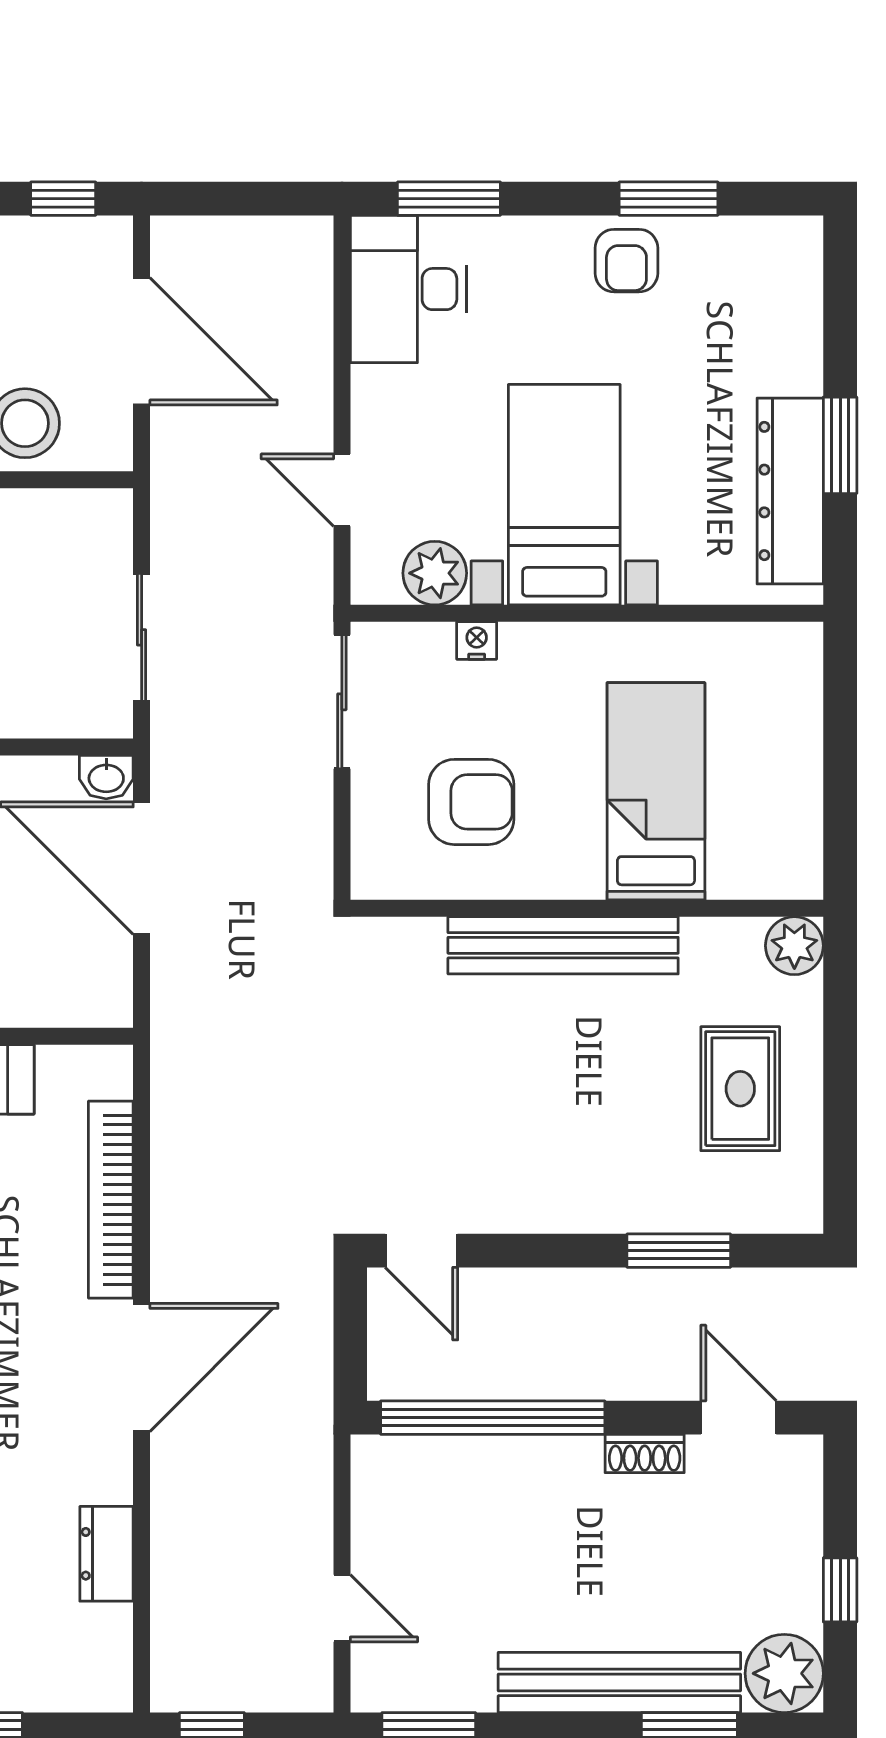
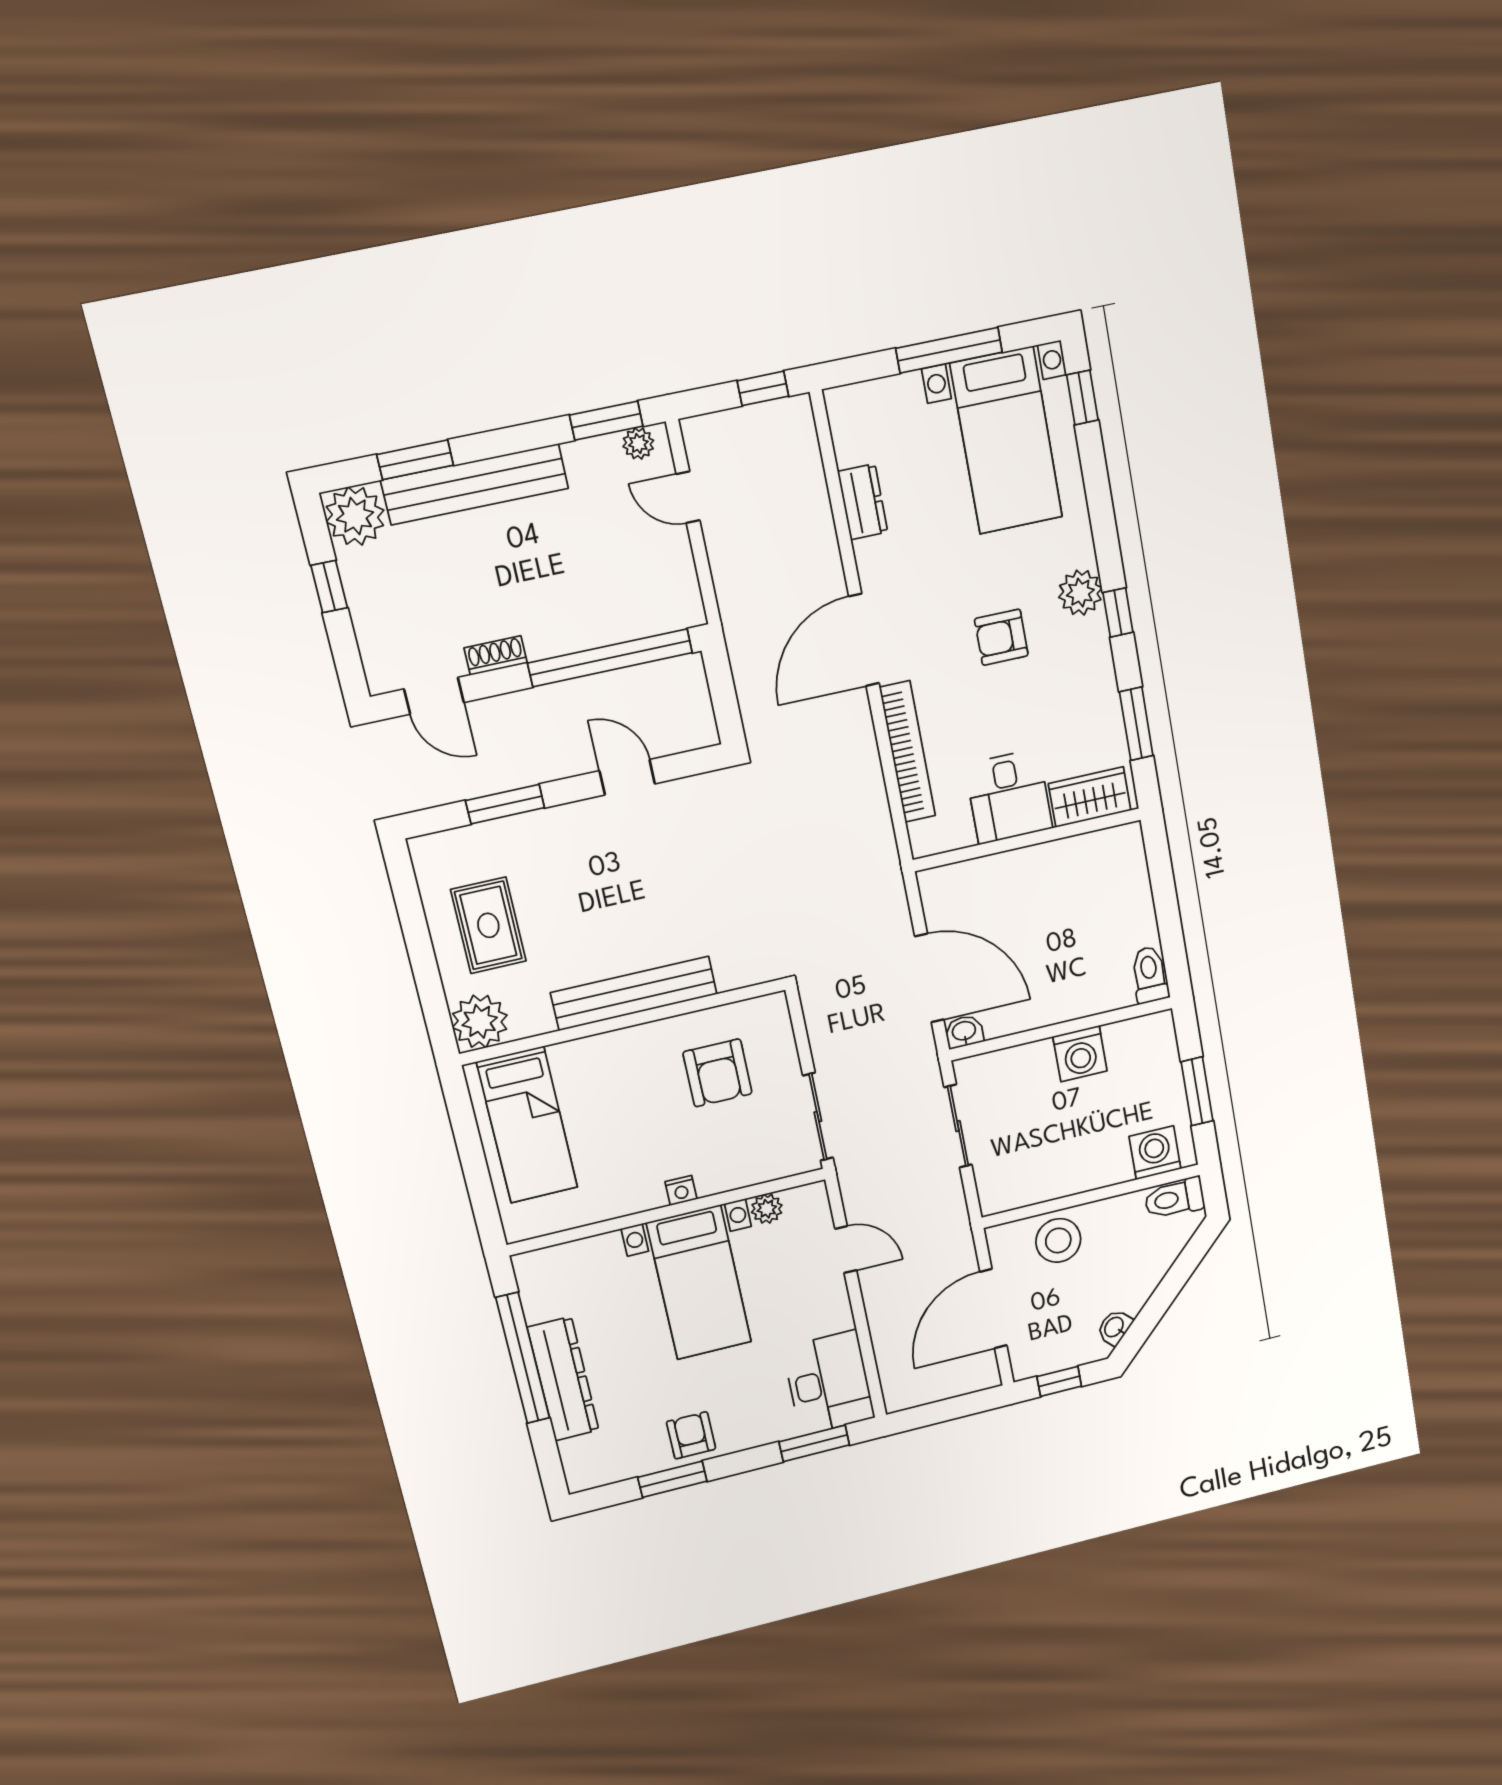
door: (142, 341) -> (993, 1309), hinge flipped
window: (840, 445) -> (523, 1358), width x2.11
dresser: (790, 491) -> (563, 1379), moved
plant: (435, 573) -> (767, 1209), width x0.73, depth x0.73
nightstand: (477, 640) -> (681, 1190), moved
bed: (656, 791) -> (527, 1125), moved
armchair: (471, 802) -> (717, 1073), turned -90
plant: (794, 946) -> (480, 1021), width x1.36, depth x1.36
door: (421, 1251) -> (627, 777), moved
plant: (393, 1691) -> (638, 443), added

